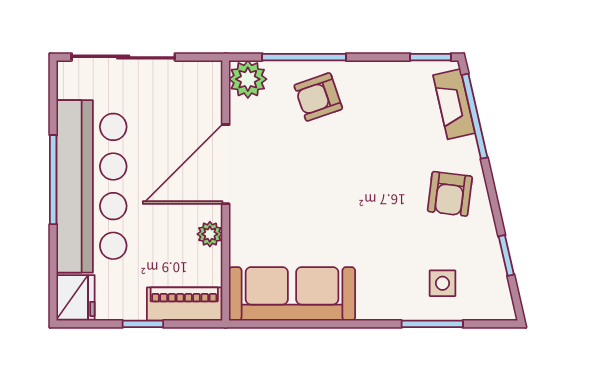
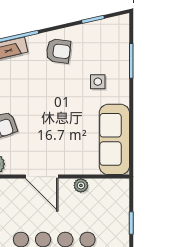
door: (226, 164) -> (42, 177), width x0.73
side table: (442, 283) -> (98, 82), moved
piano: (184, 304) -> (120, 200), removed

